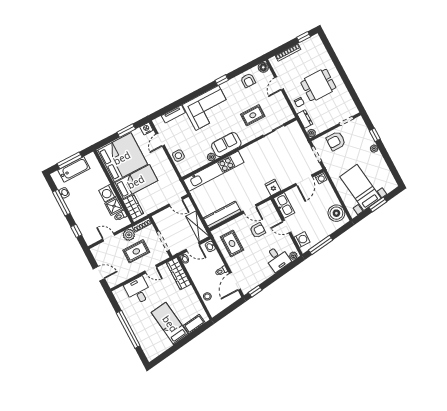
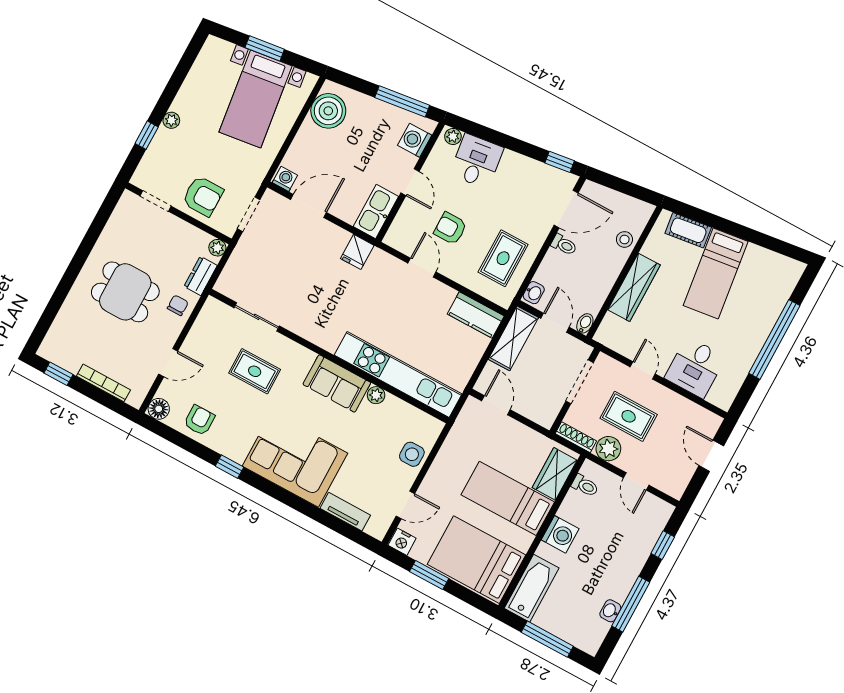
bed: (122, 158) -> (476, 560), width x0.73
bathtub: (74, 169) -> (532, 588), moved, turned 90
shower: (114, 206) -> (575, 508), removed
kitchen counter: (222, 215) -> (476, 315), width x0.67
wardrobe: (178, 274) -> (634, 287), moved

